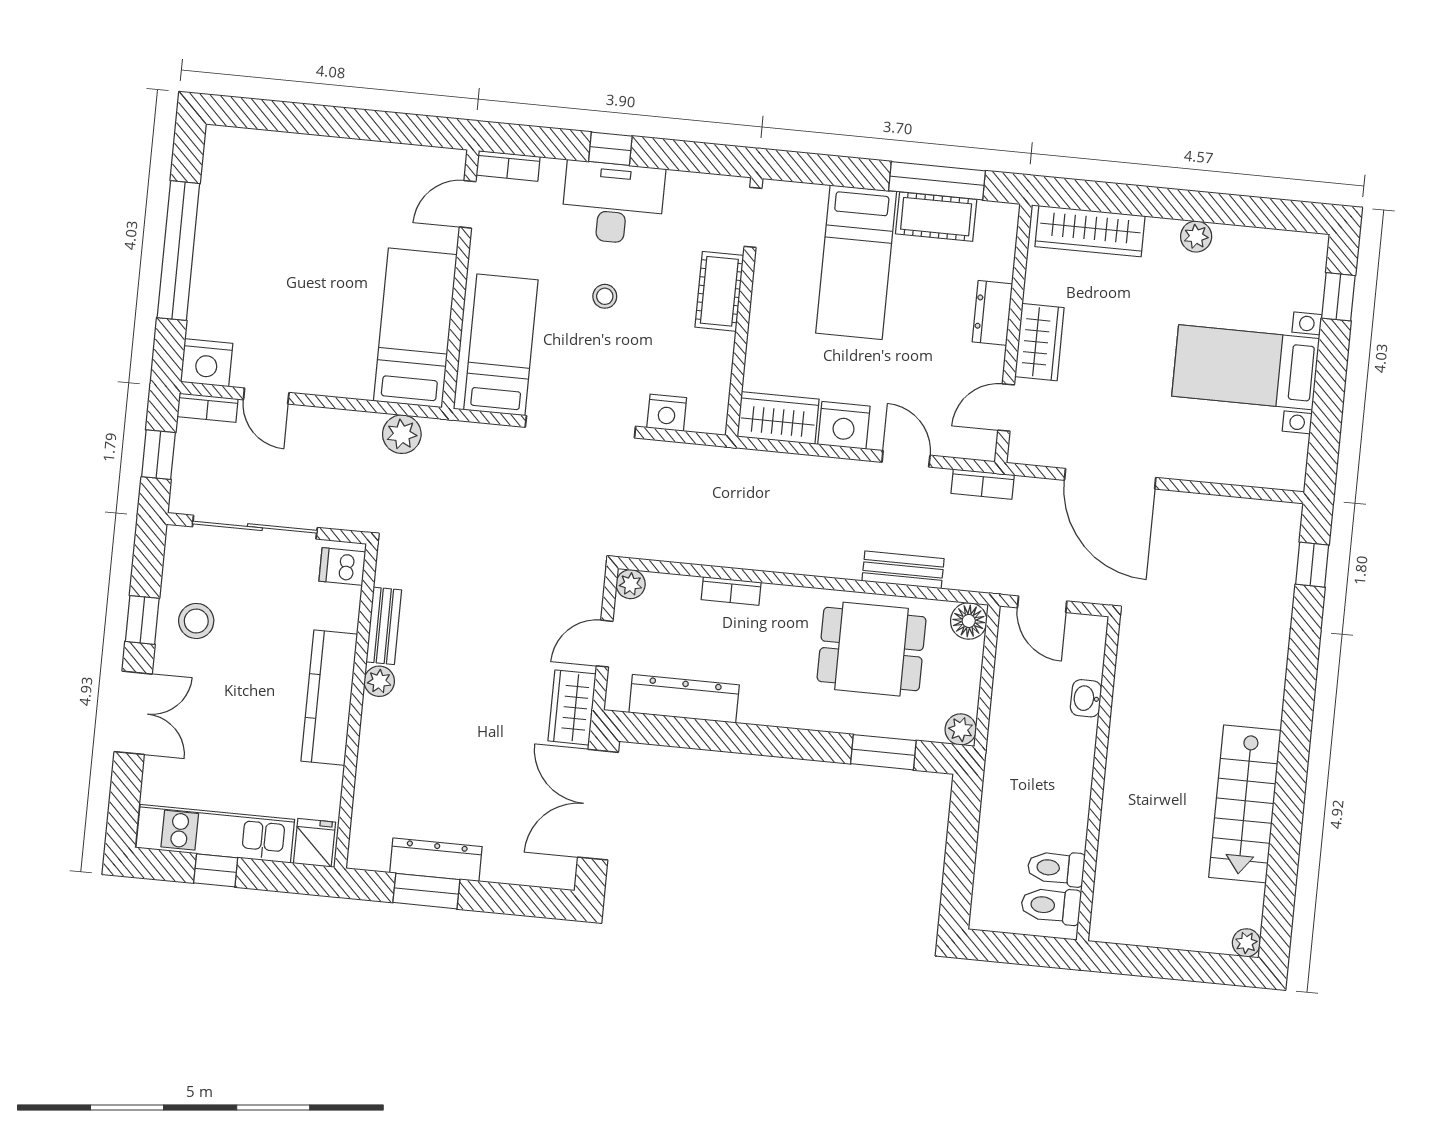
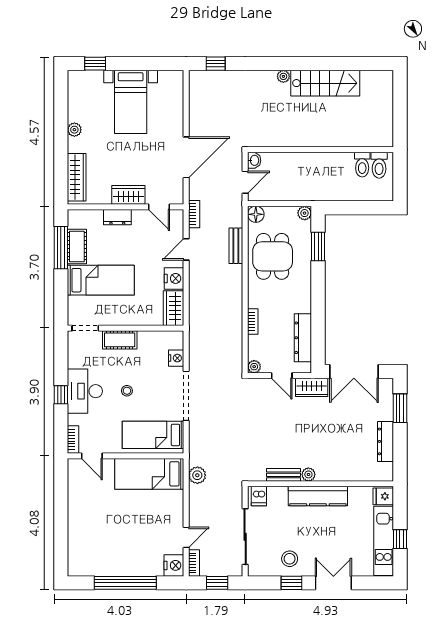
washbasin: (1086, 698) -> (254, 160), moved, turned -90
window: (426, 891) -> (400, 408), moved
plant: (1246, 943) -> (283, 76), moved

